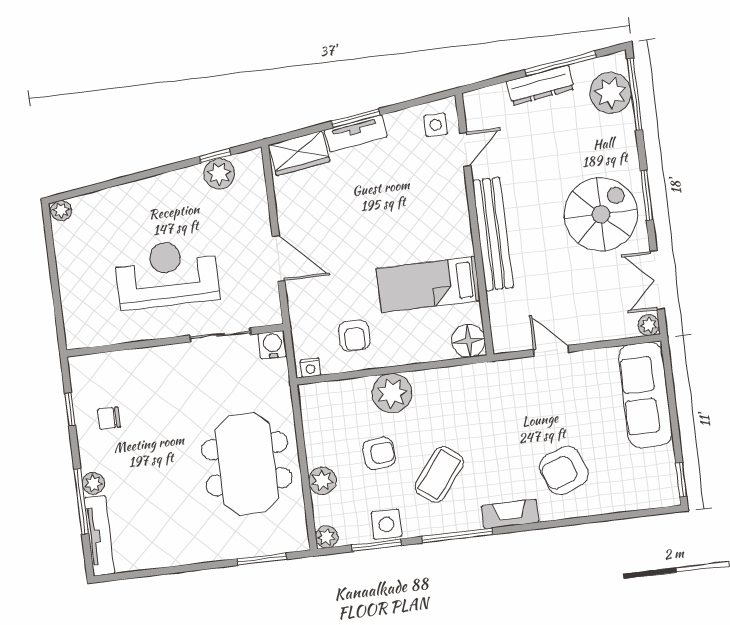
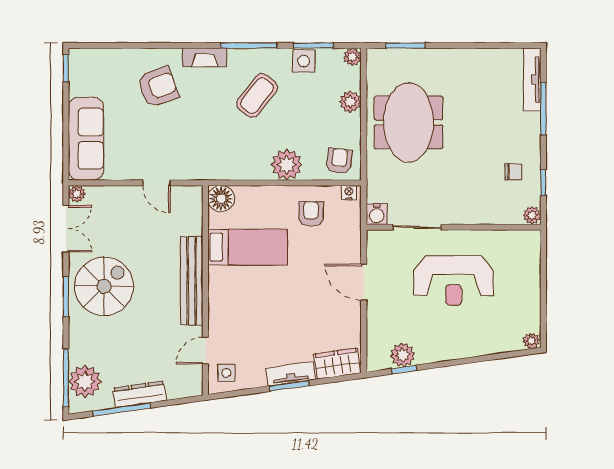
spiral stairs: (601, 214) -> (104, 286), turned 180
armchair: (379, 453) -> (339, 161), moved, turned 101
plant: (93, 483) -> (532, 215), moved

